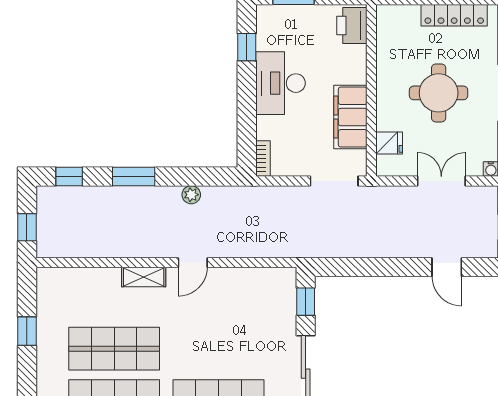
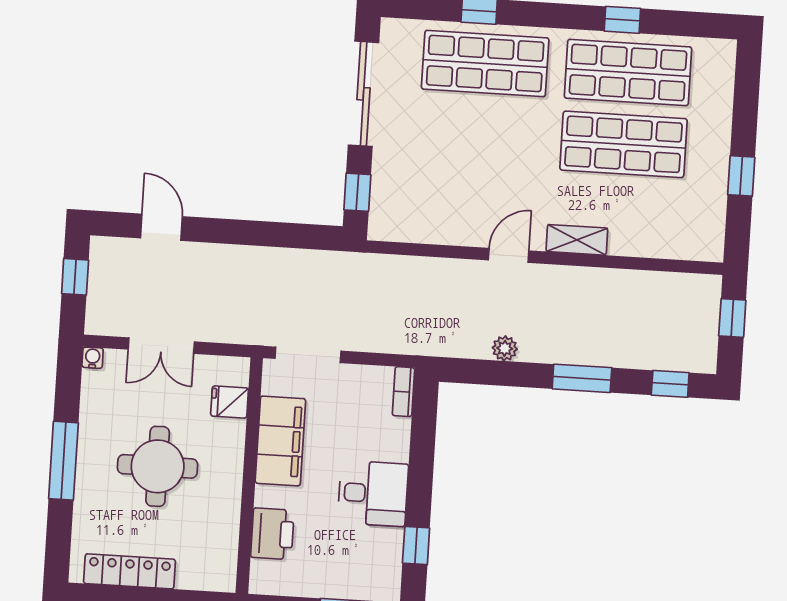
printer: (352, 25) -> (272, 534), moved
desk: (280, 83) -> (373, 493), width x0.73

